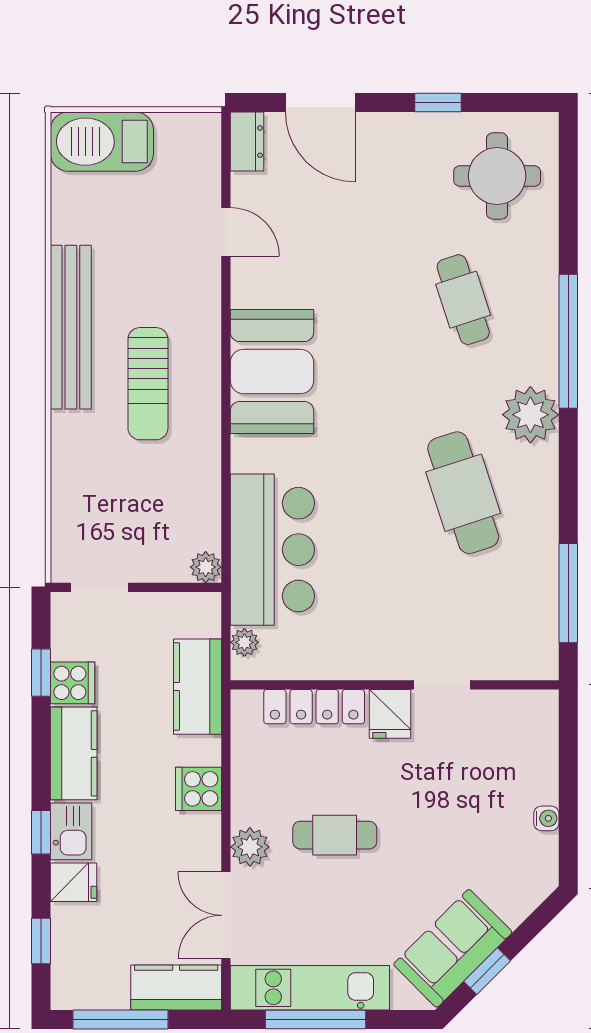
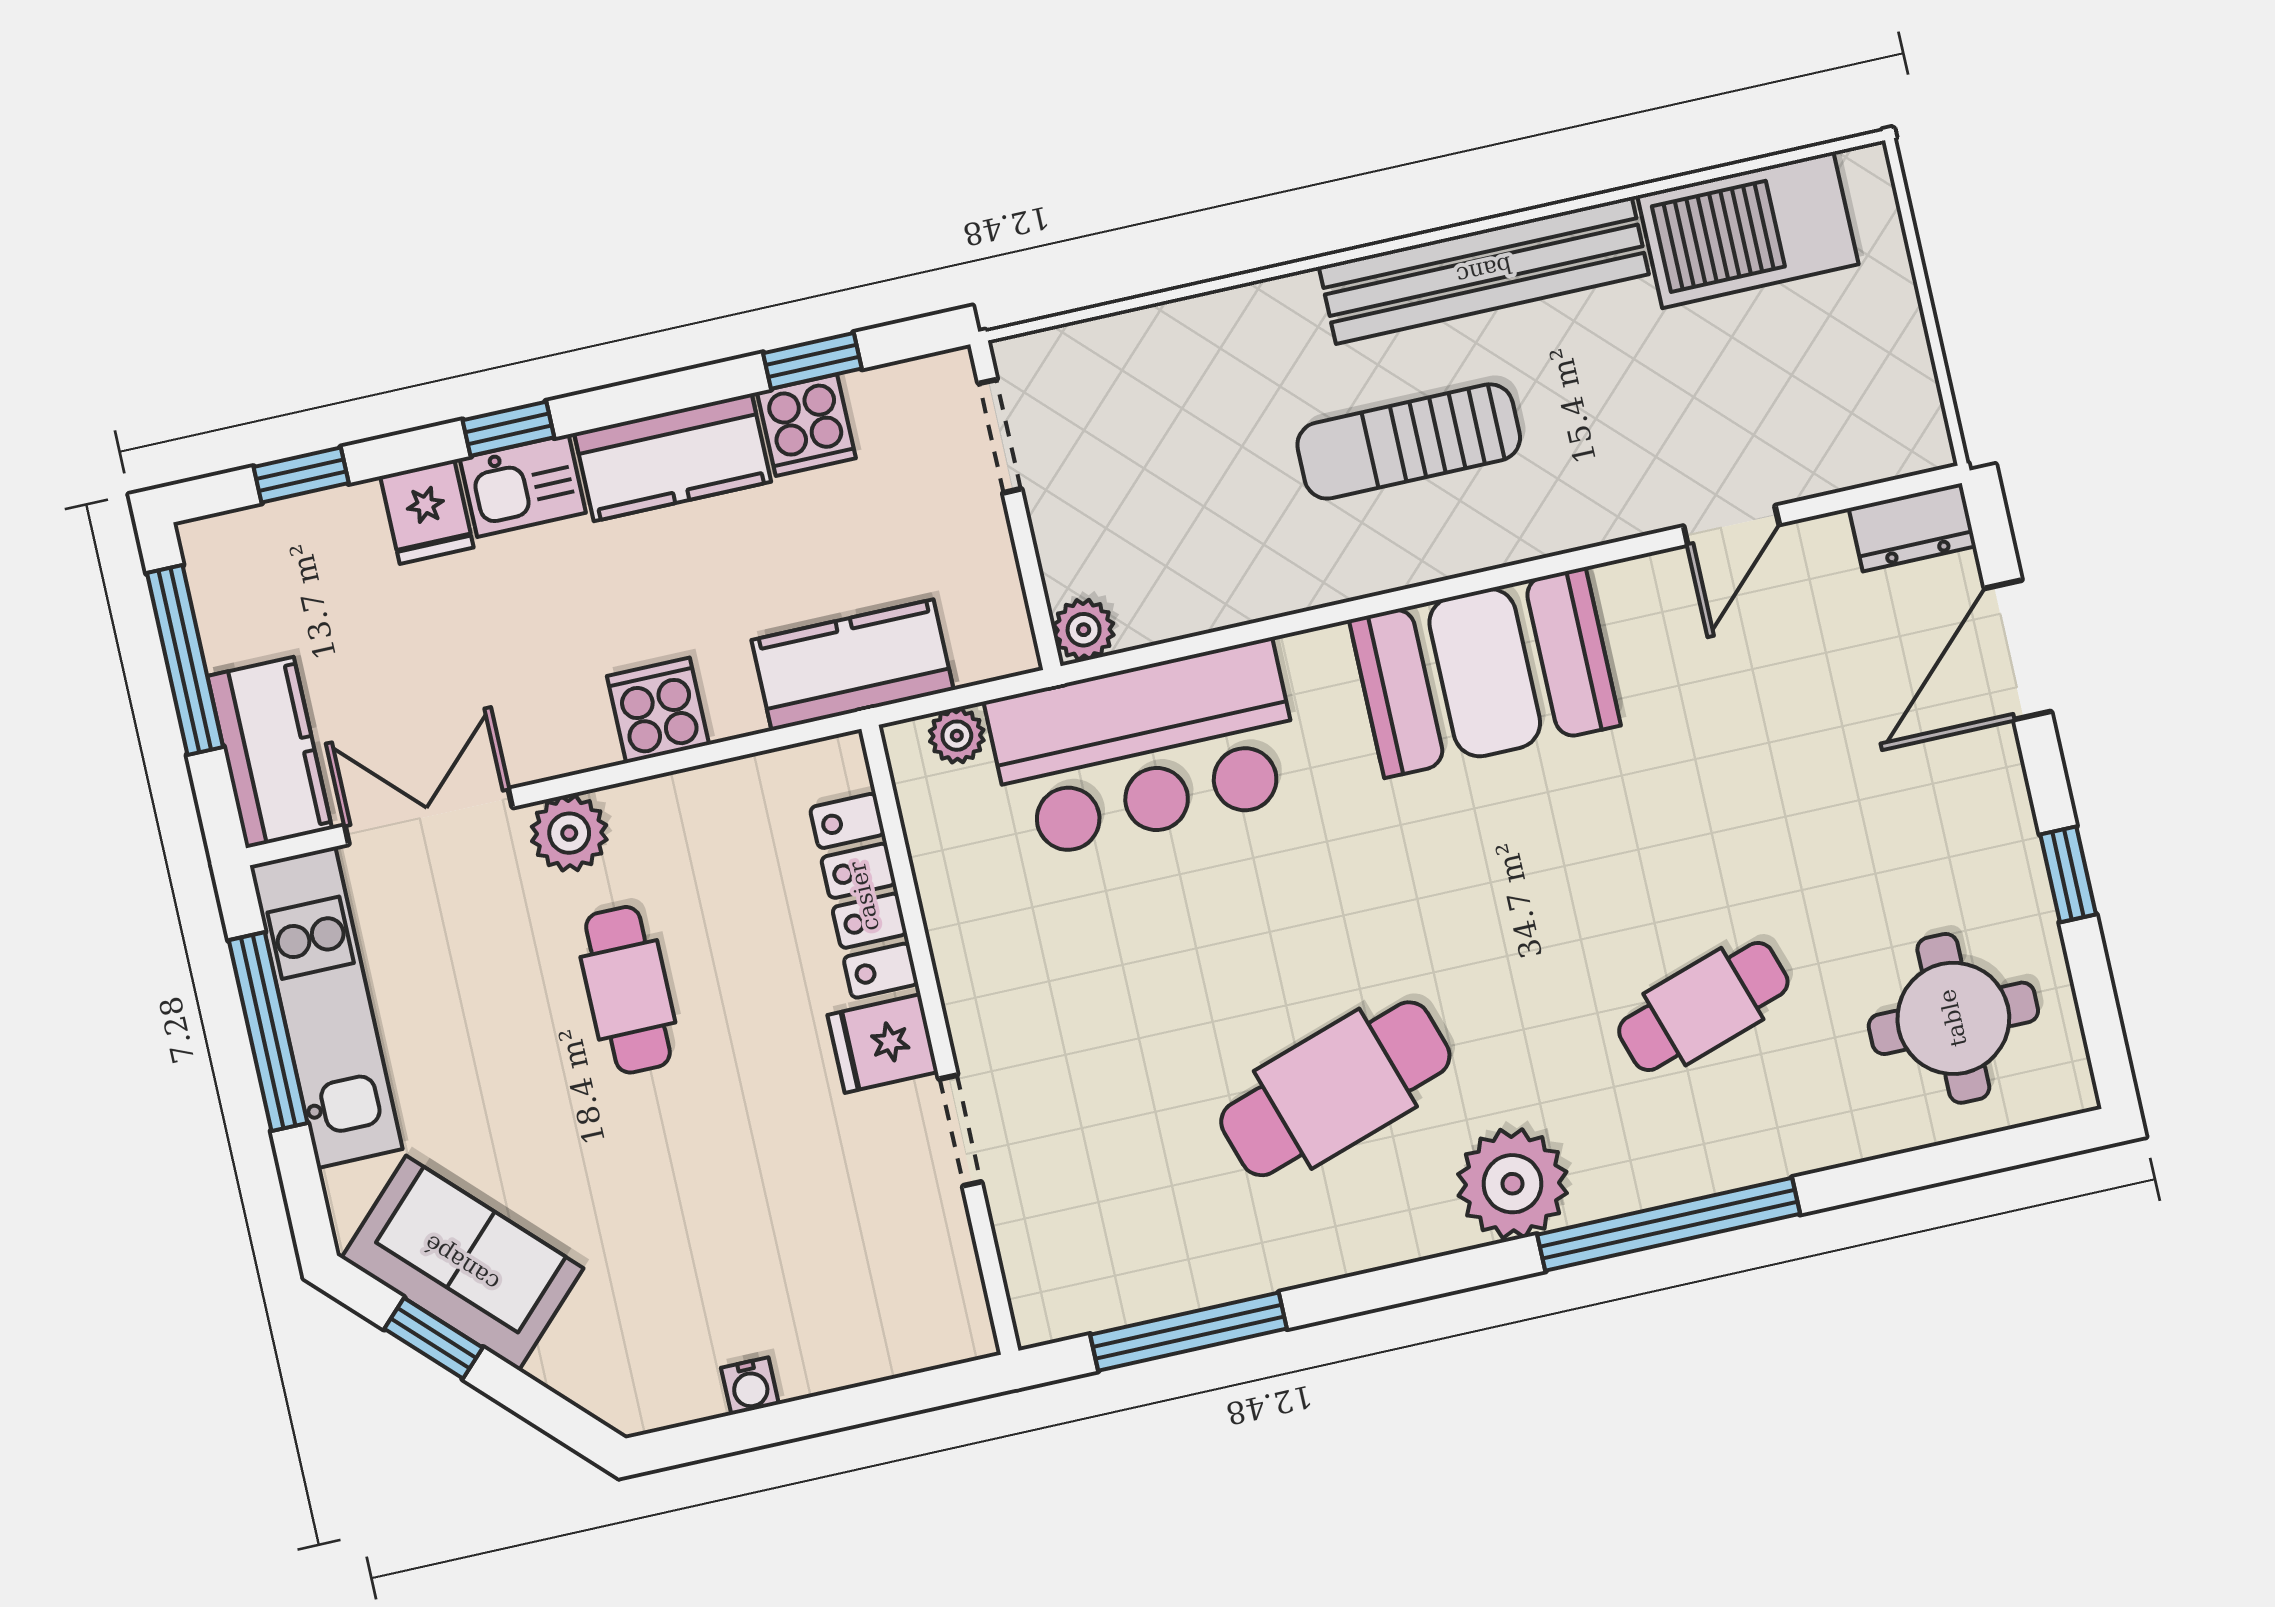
barbecue: (102, 142) -> (1748, 230), moved, turned -90

